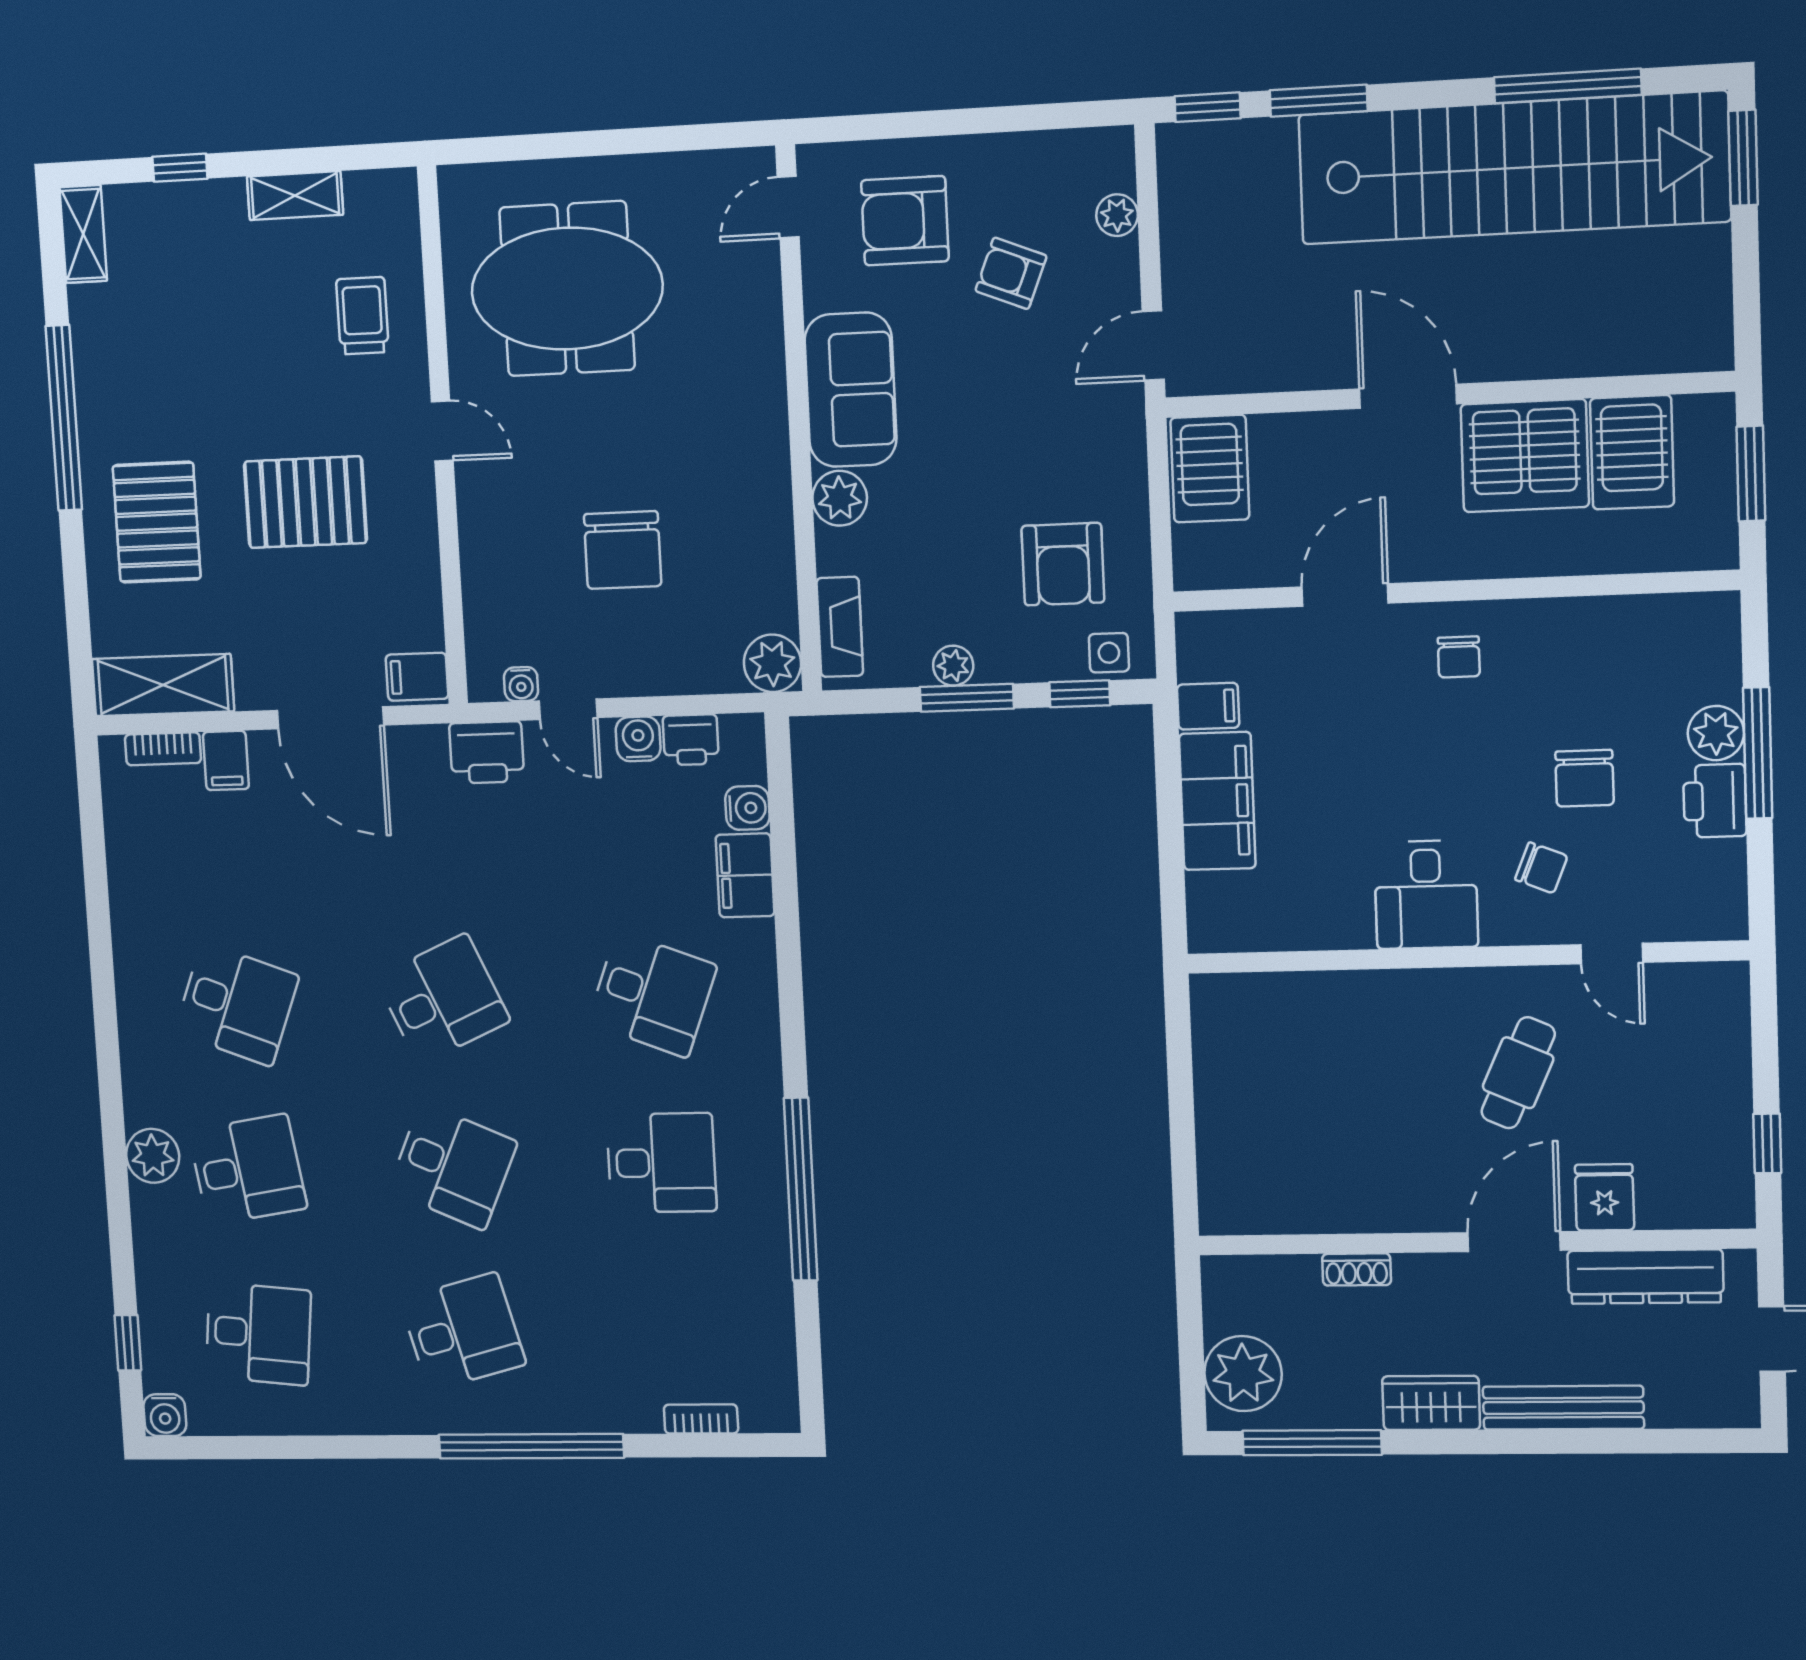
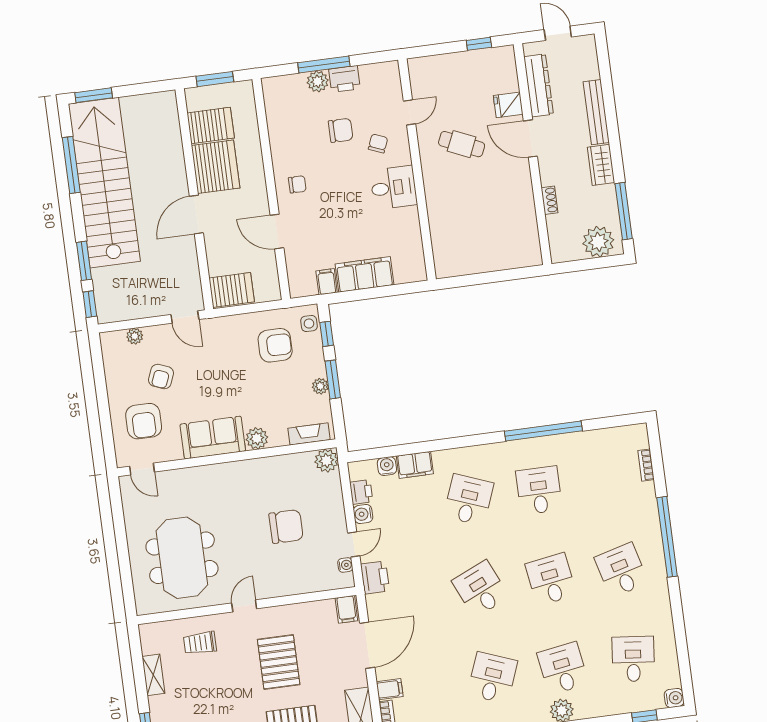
desk: (453, 1166) -> (551, 579), turned -33

